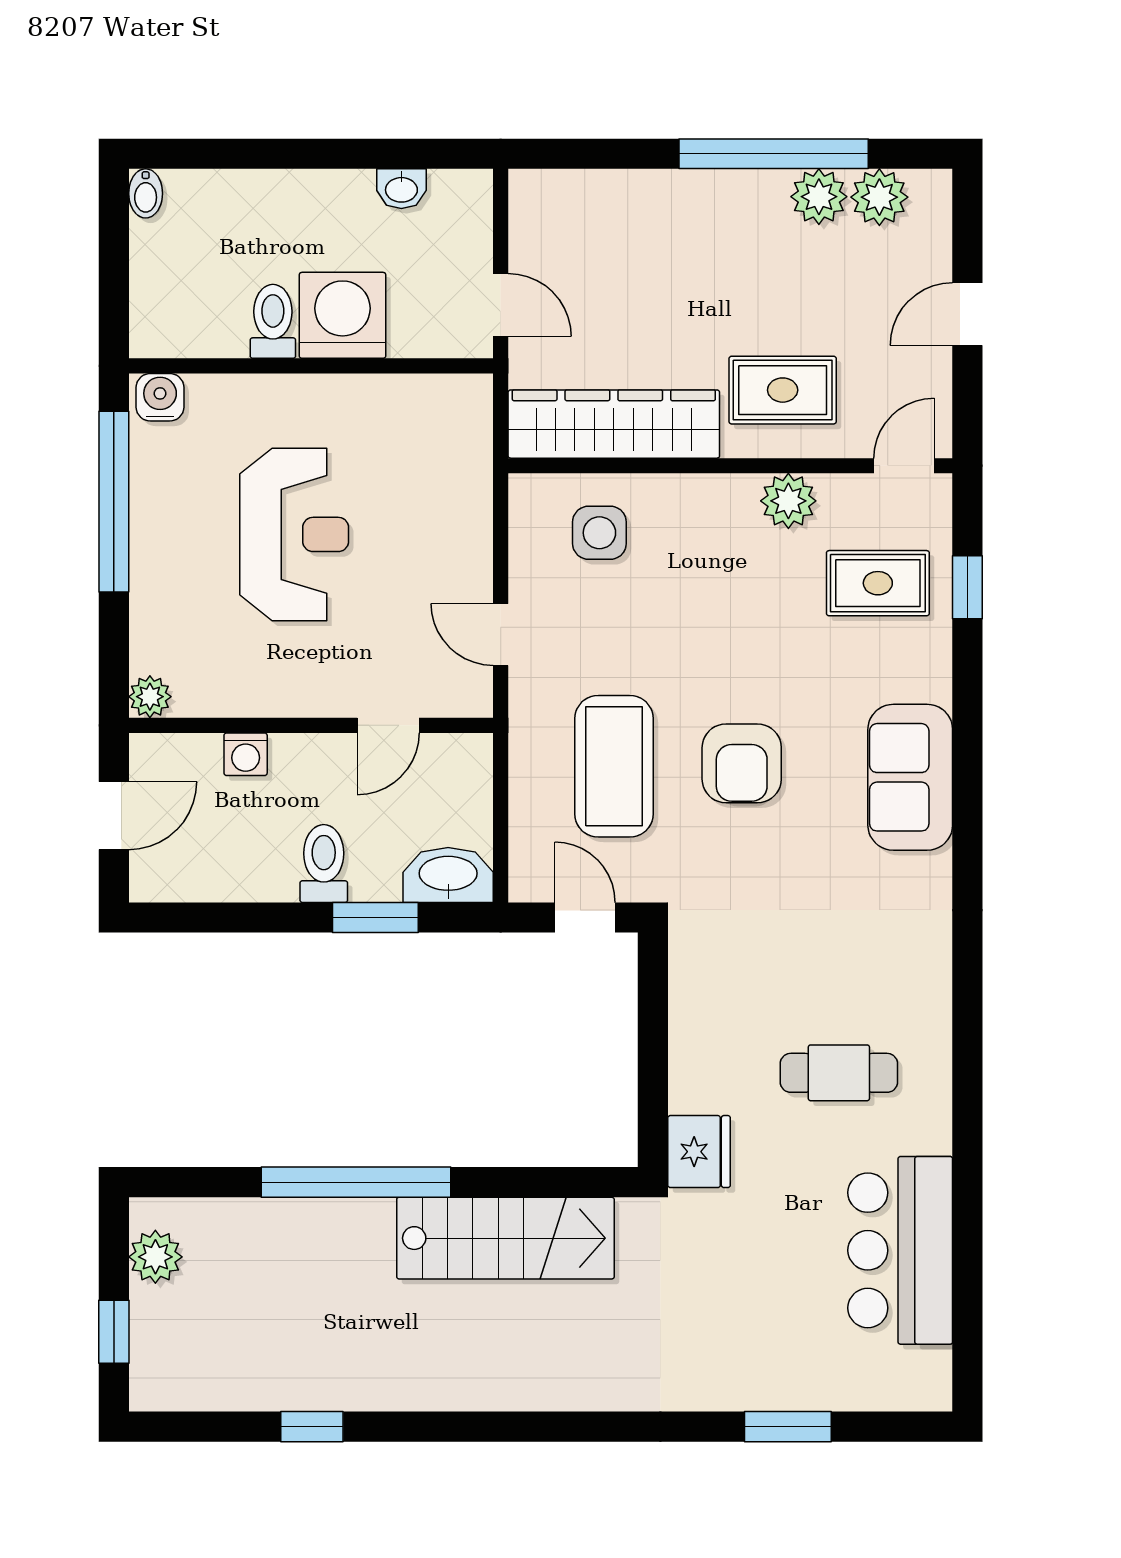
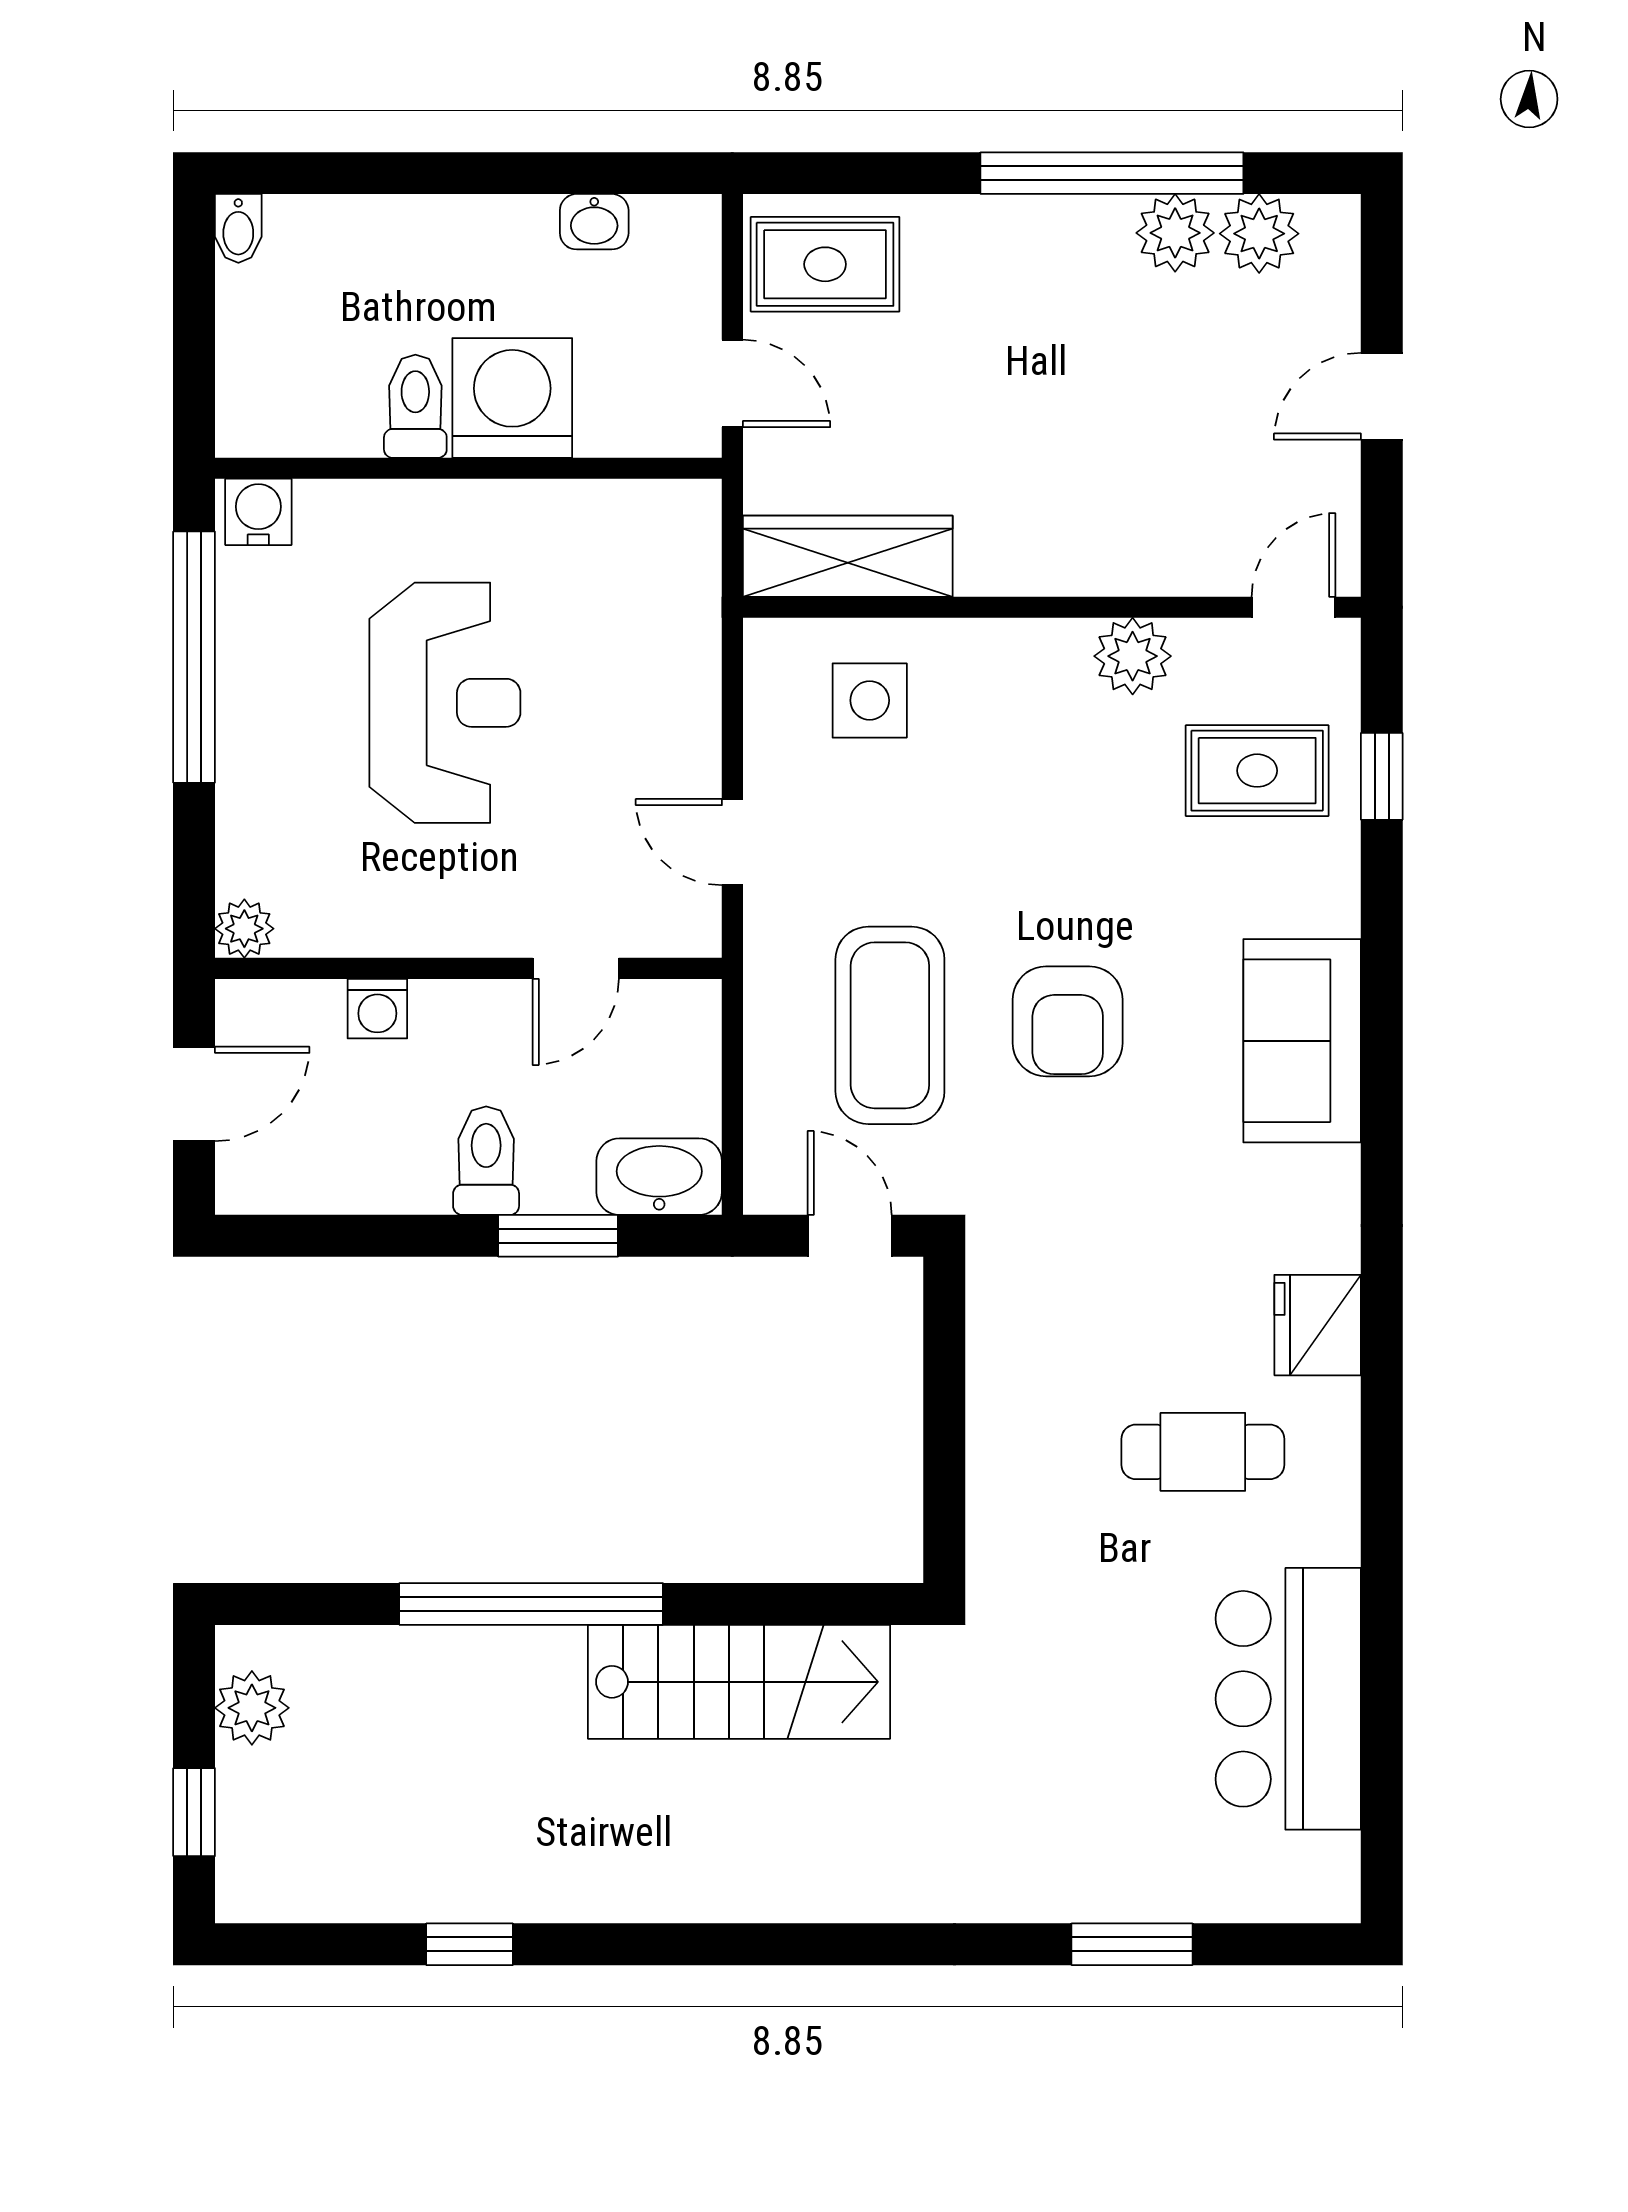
rug: (783, 390) -> (825, 264), moved
wardrobe: (614, 424) -> (848, 556), width x0.71, depth x0.85
fridge: (699, 1152) -> (1318, 1325), moved, turned 180

